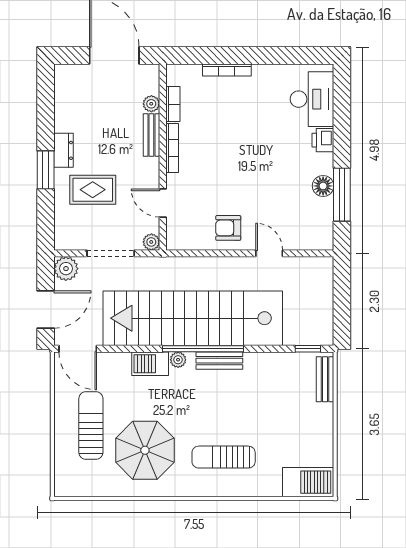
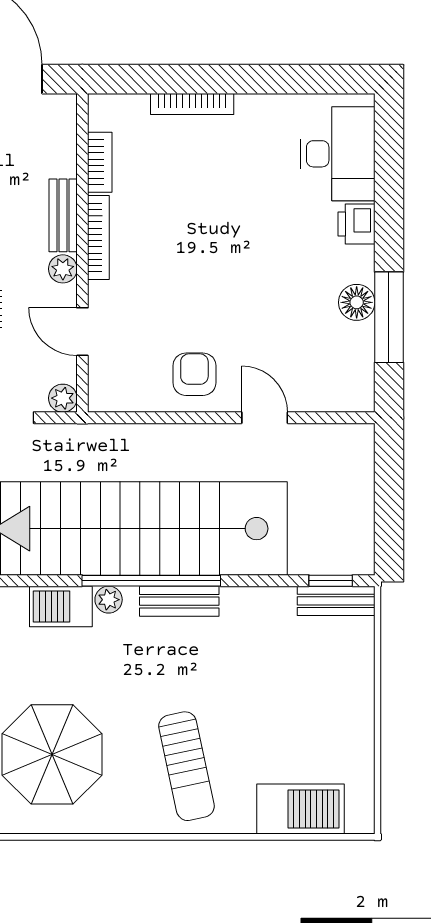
plant: (151, 104) -> (63, 269), moved
armchair: (228, 228) -> (194, 374), turned 90
bench: (325, 379) -> (336, 601), moved, turned 90
sun lounger: (224, 457) -> (186, 766), turned -102
barbecue: (308, 482) -> (300, 809), moved

